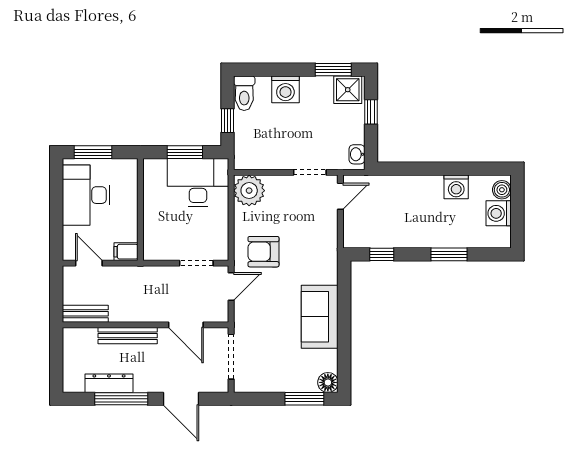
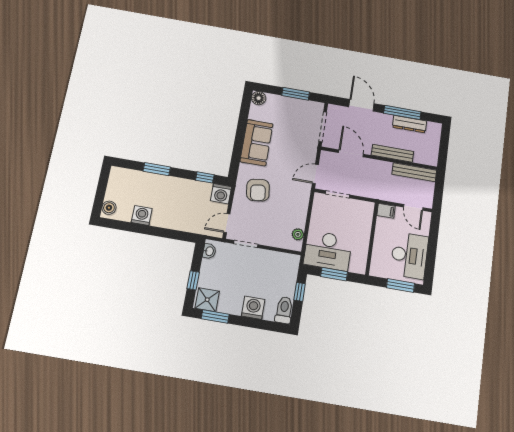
plant: (249, 191) -> (298, 234), width x0.53, depth x0.53
washing machine: (499, 213) -> (221, 194), moved, turned 90
armchair: (263, 252) -> (258, 190), moved, turned 82
bench: (85, 314) -> (414, 172), width x1.36
window: (304, 399) -> (296, 94), moved

